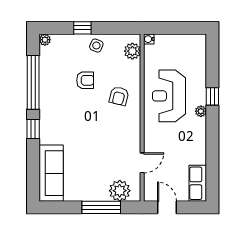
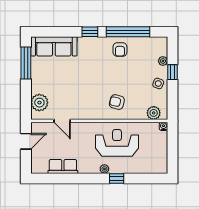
plant: (45, 40) -> (163, 61), moved
armchair: (85, 80) -> (120, 50), moved
row of seats: (198, 183) -> (63, 166), moved
window: (101, 207) -> (26, 63), moved

